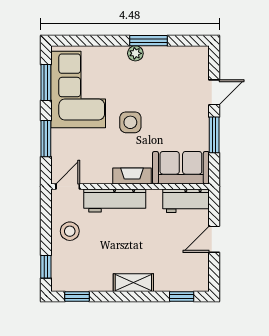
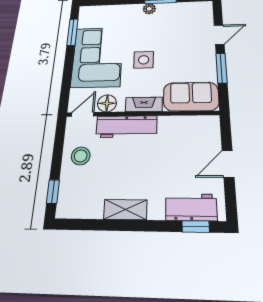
corner sofa: (78, 90) -> (97, 57), moved
window: (46, 139) -> (67, 75), removed
floor lamp: (93, 174) -> (107, 103), added
workbench: (186, 201) -> (191, 207), moved, turned 180
shelving: (133, 283) -> (125, 210), moved
window: (77, 296) -> (82, 225), removed

